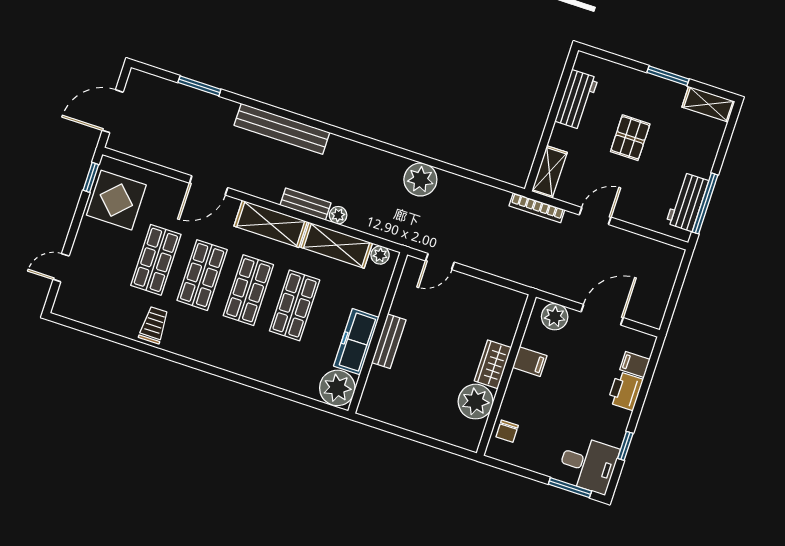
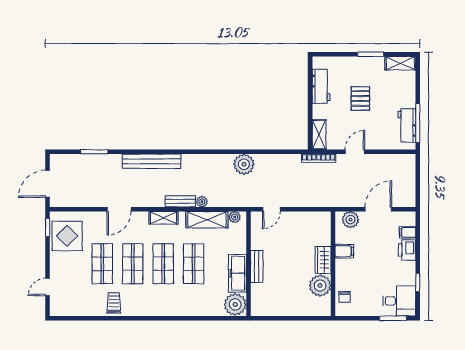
shelving: (271, 224) -> (164, 218), width x0.67, depth x0.75

